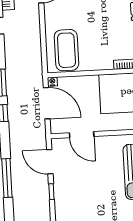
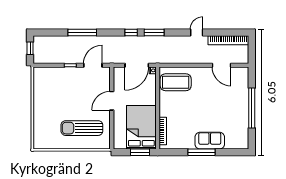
door: (82, 135) -> (112, 101), moved

